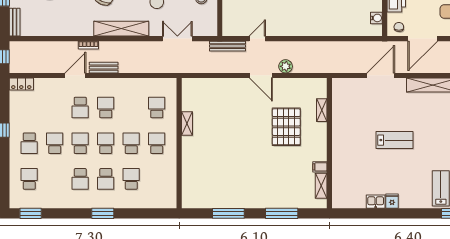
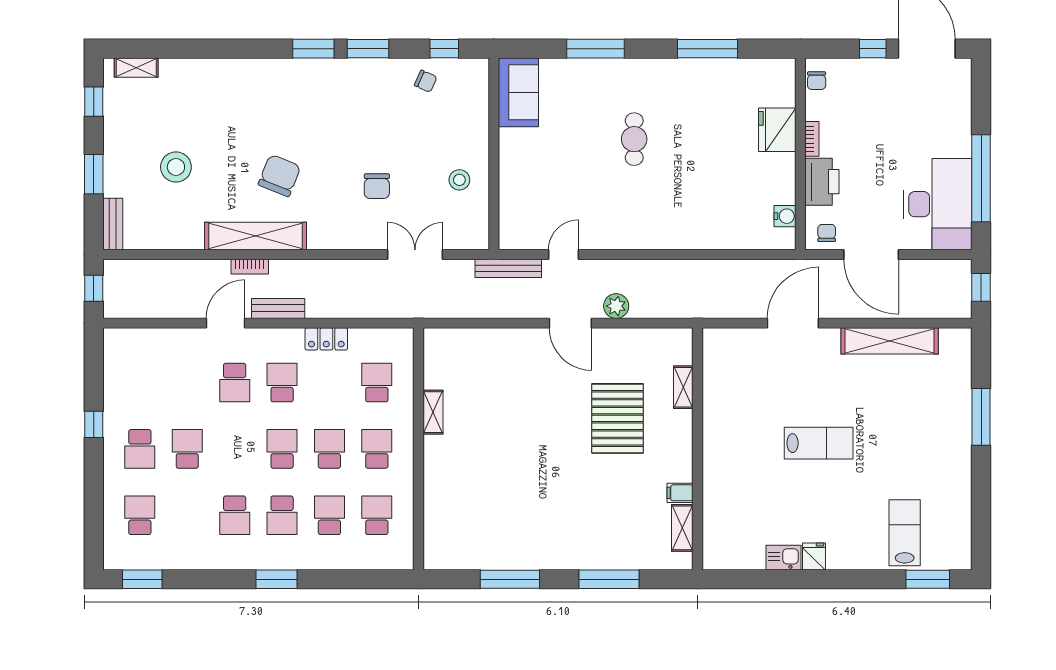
shelving: (121, 29) -> (255, 236), moved
door: (423, 39) -> (871, 254), hinge flipped
locker: (21, 84) -> (326, 339), moved
school desk: (80, 143) -> (377, 515), moved

